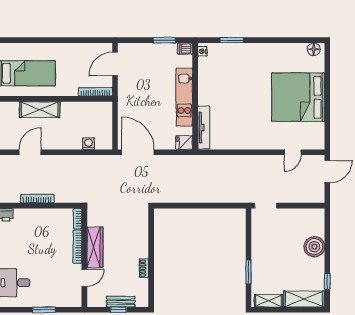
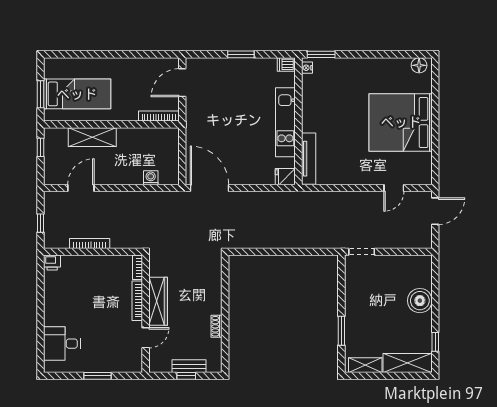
dishwasher: (185, 49) -> (286, 64), moved
nightstand: (202, 51) -> (307, 68), moved
wall: (195, 96) -> (298, 121), moved
kitchen unit: (184, 97) -> (285, 122), moved
tv unit: (204, 128) -> (309, 159), moved
fridge: (184, 143) -> (285, 177), moved

